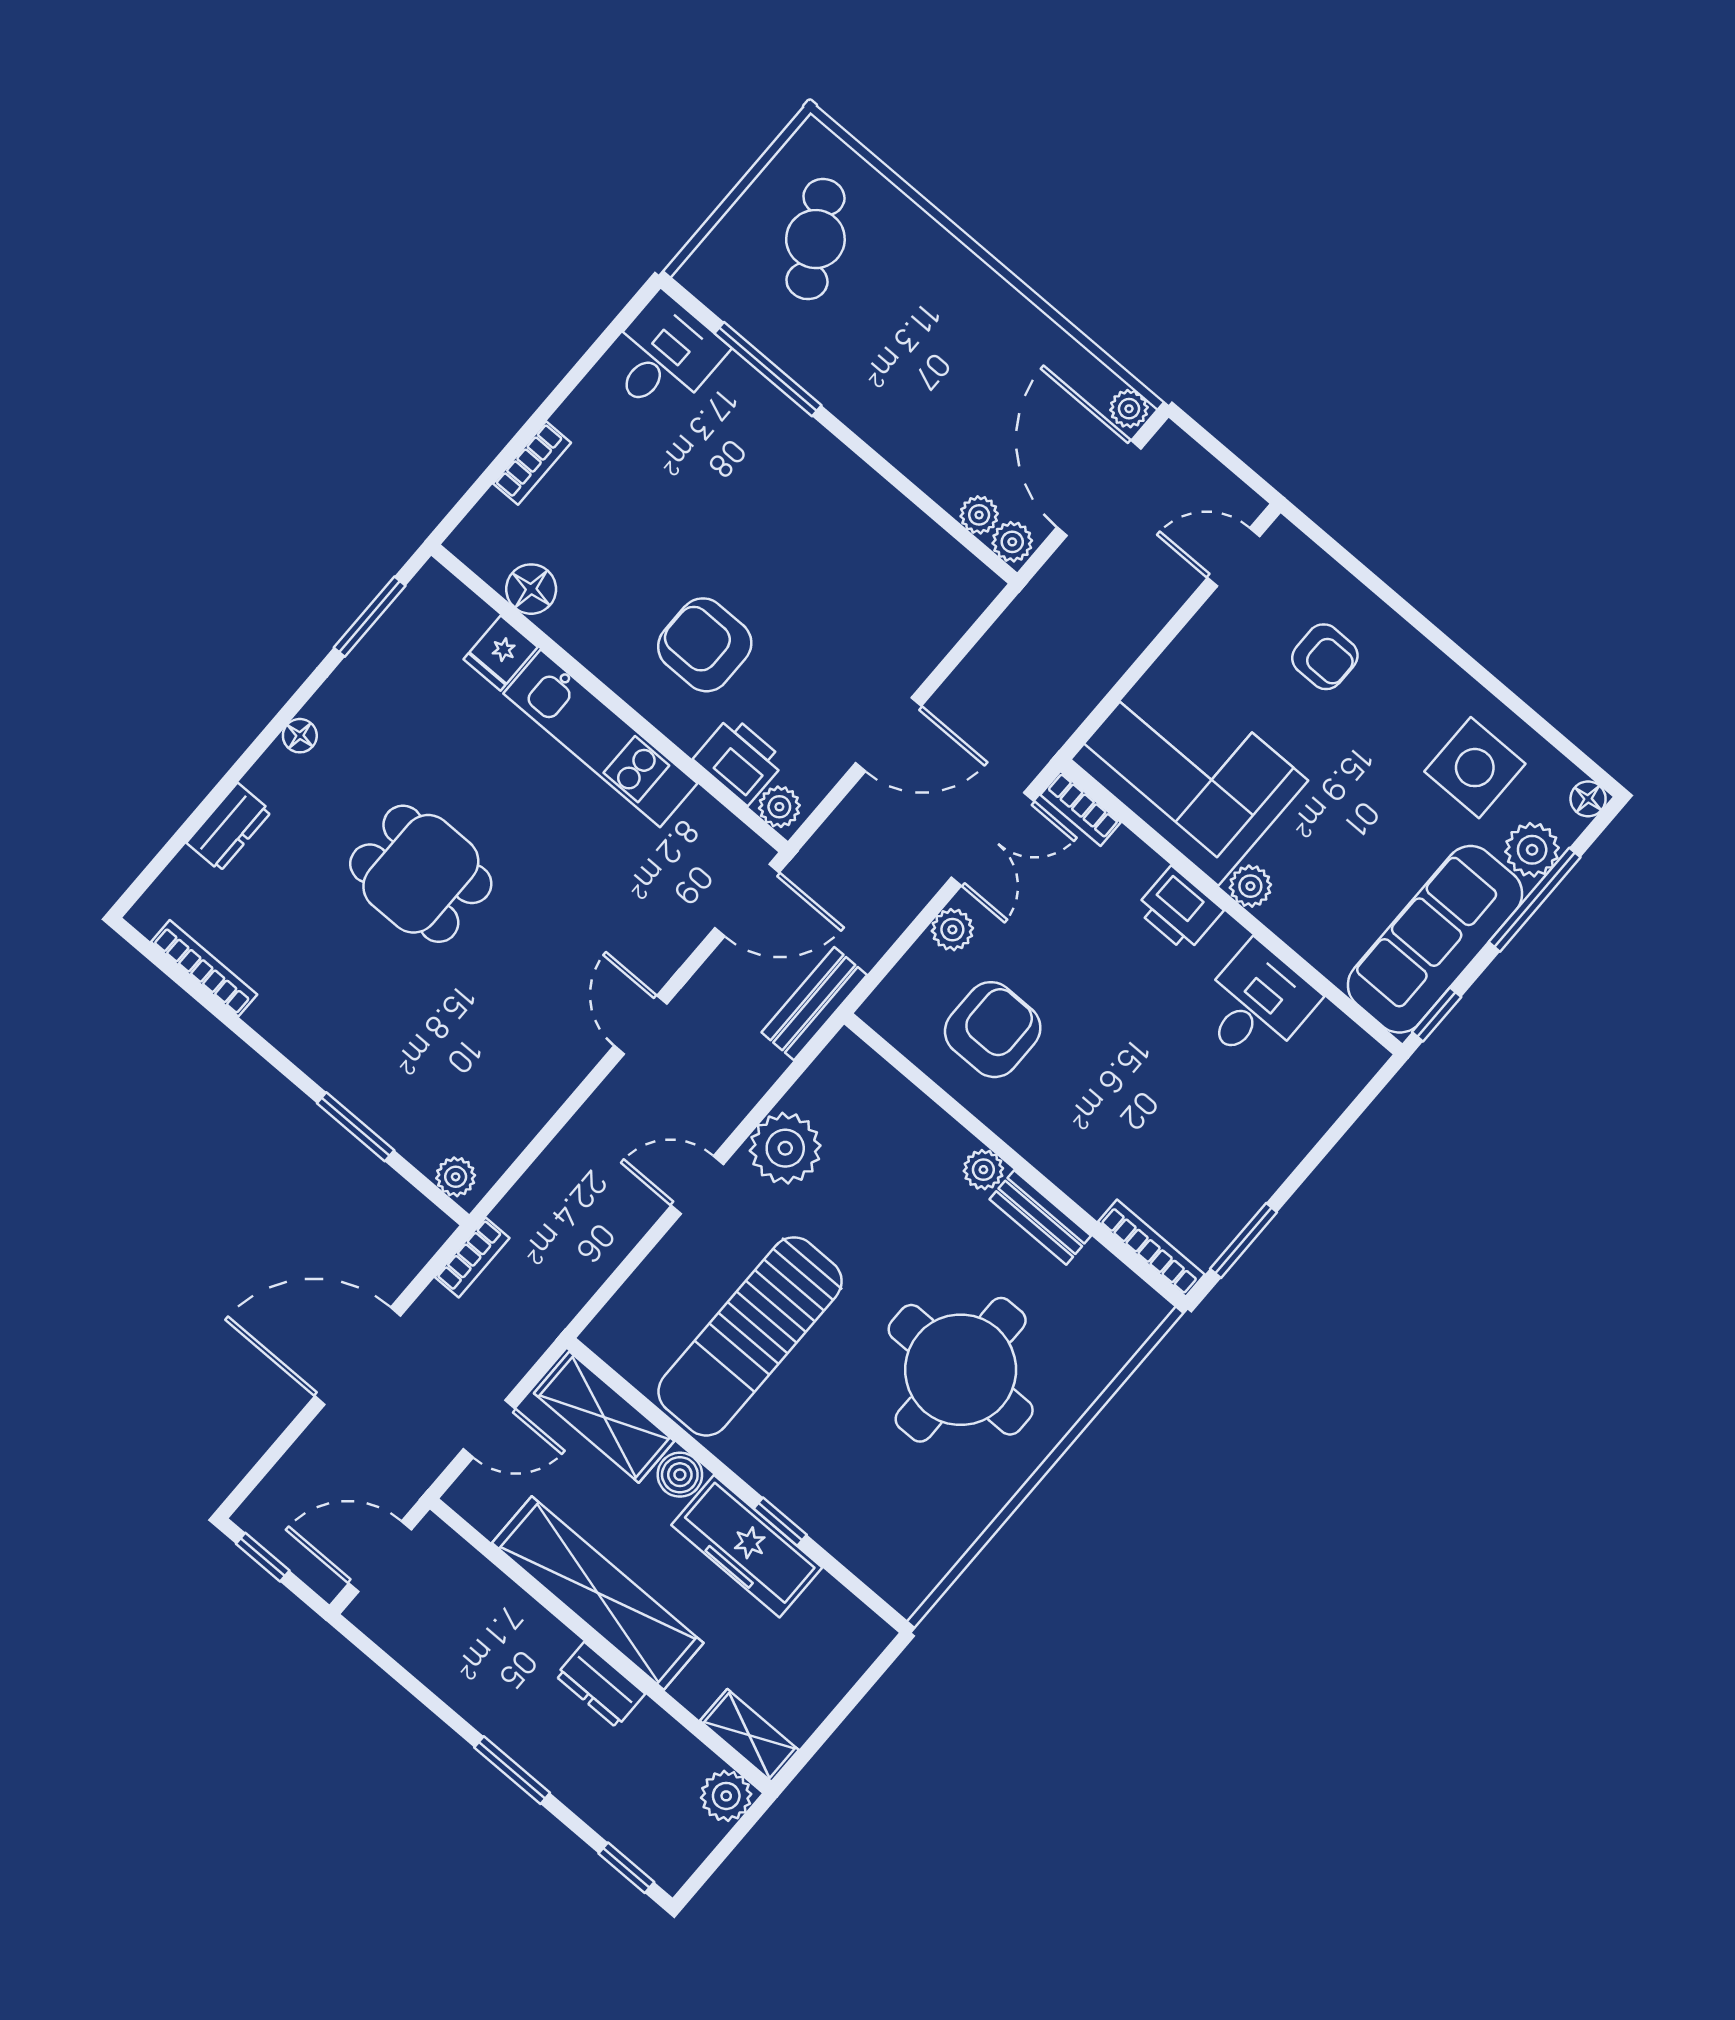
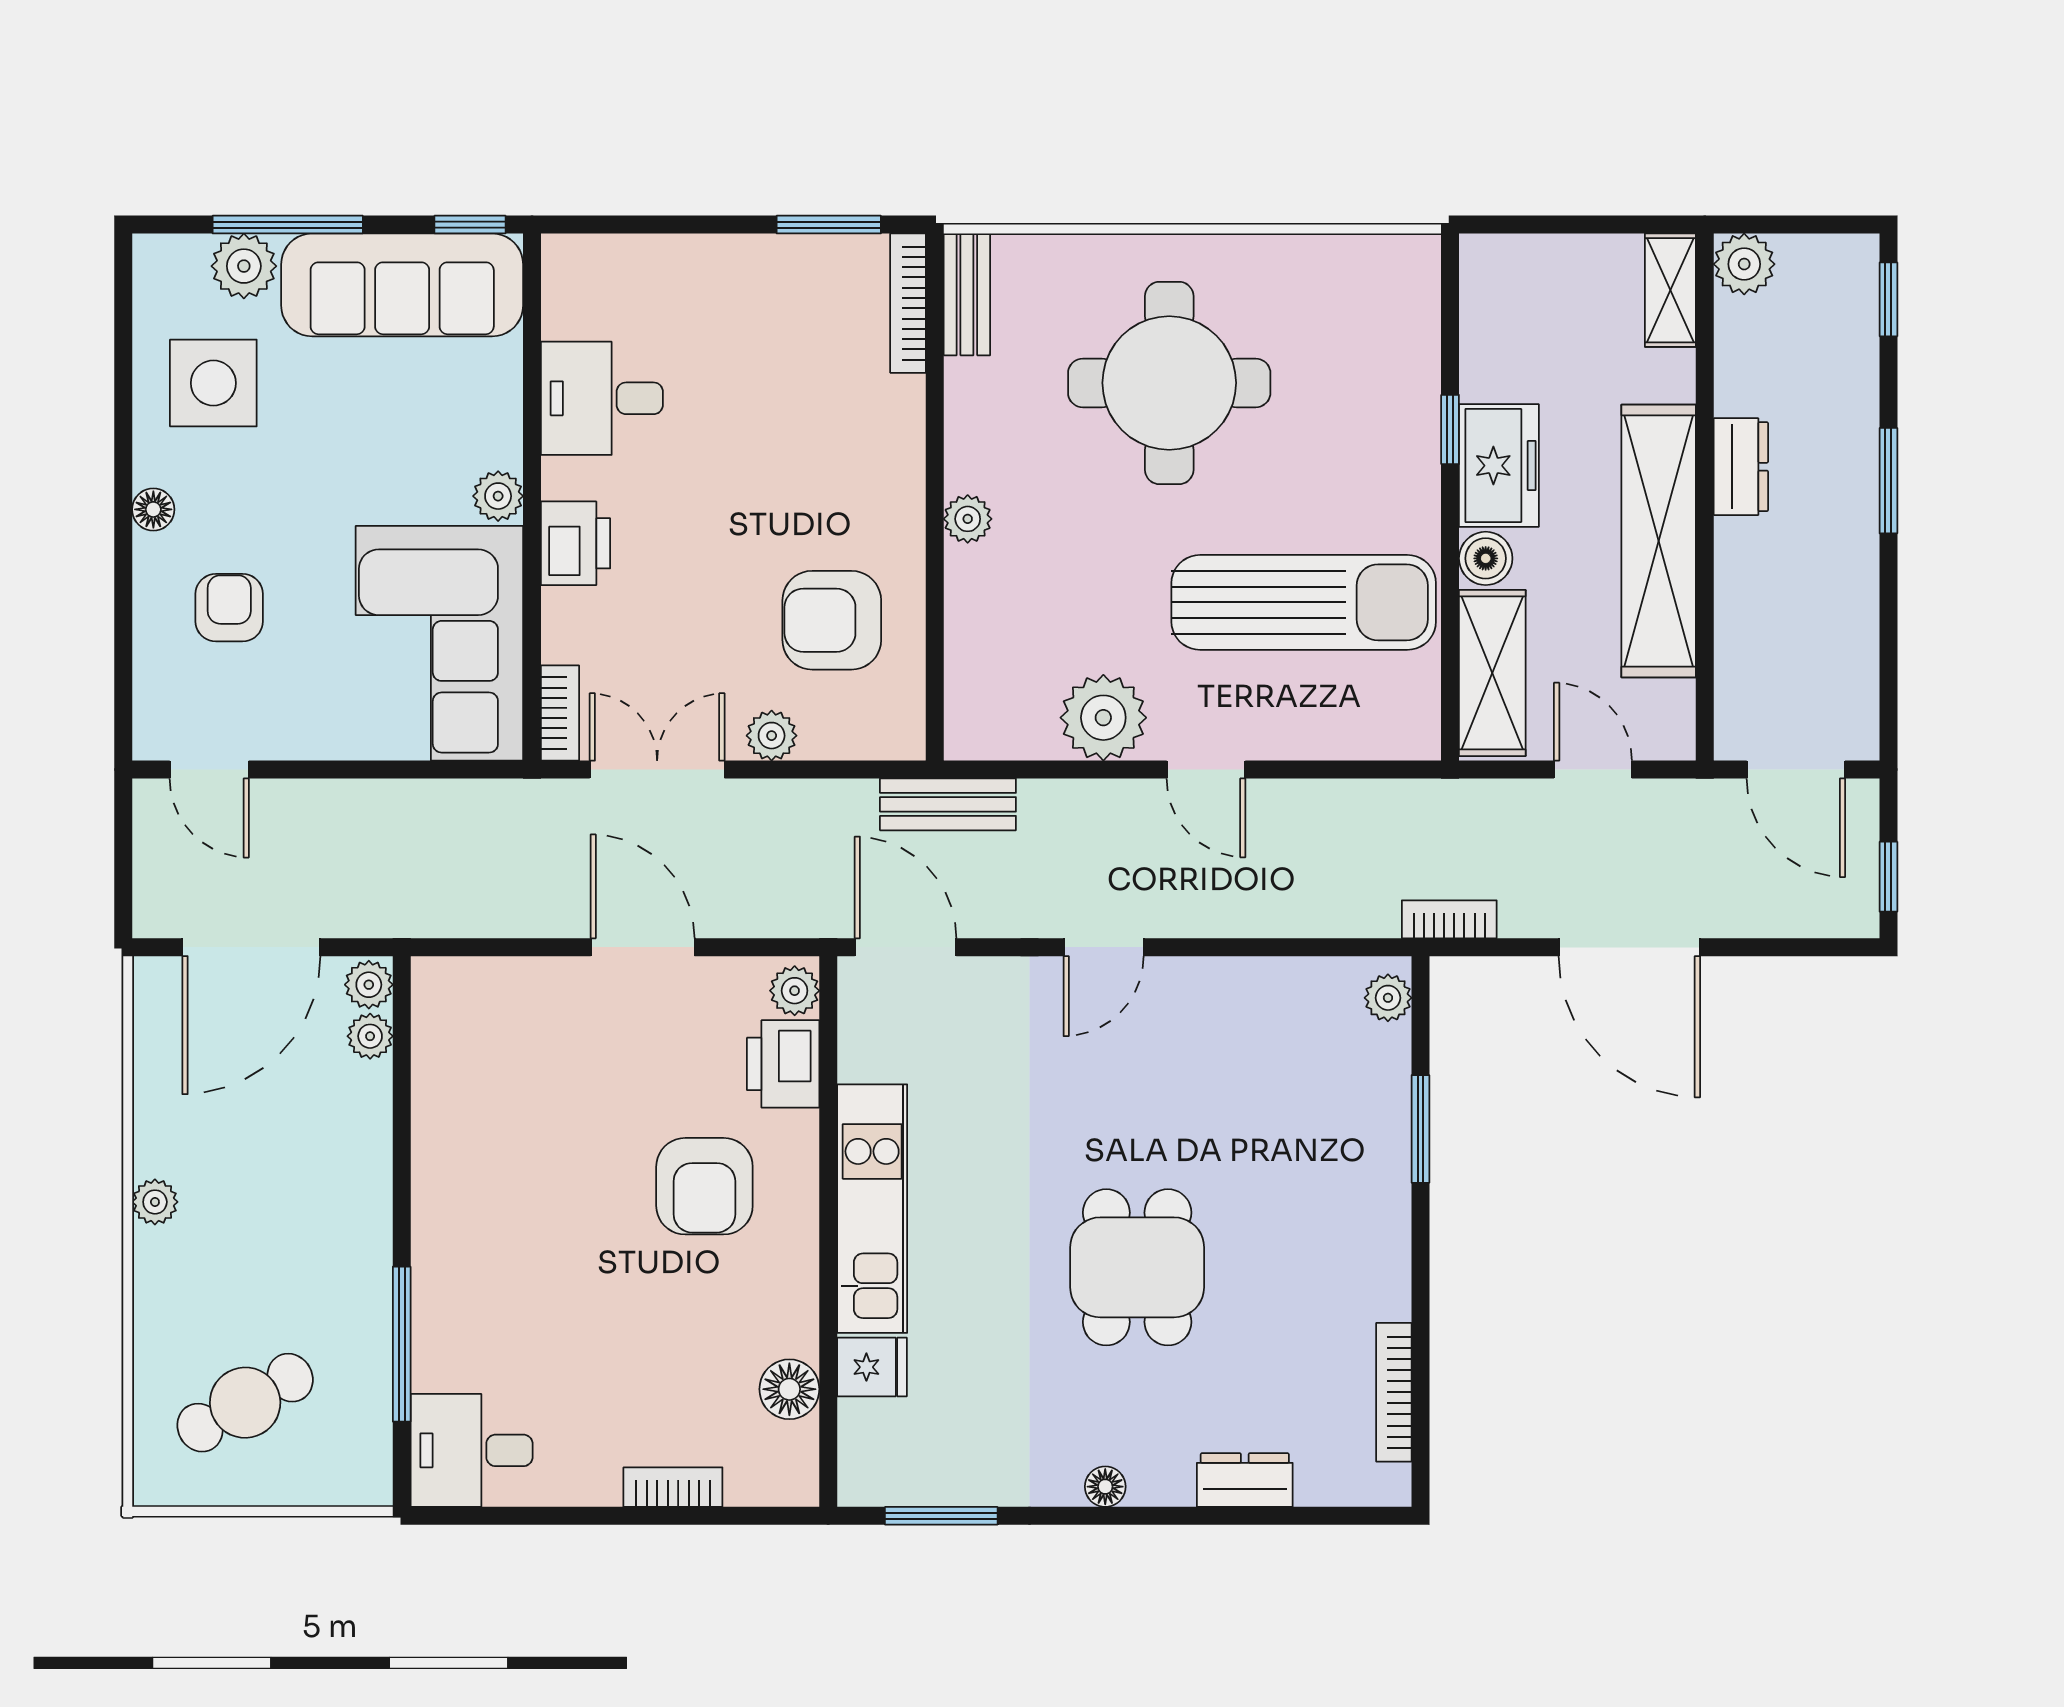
plant: (1129, 409) -> (155, 1202), moved
floor lamp: (1588, 799) -> (153, 509), moved
bench: (1040, 1217) -> (967, 294), moved
freezer: (747, 1546) -> (1499, 466), width x0.71

